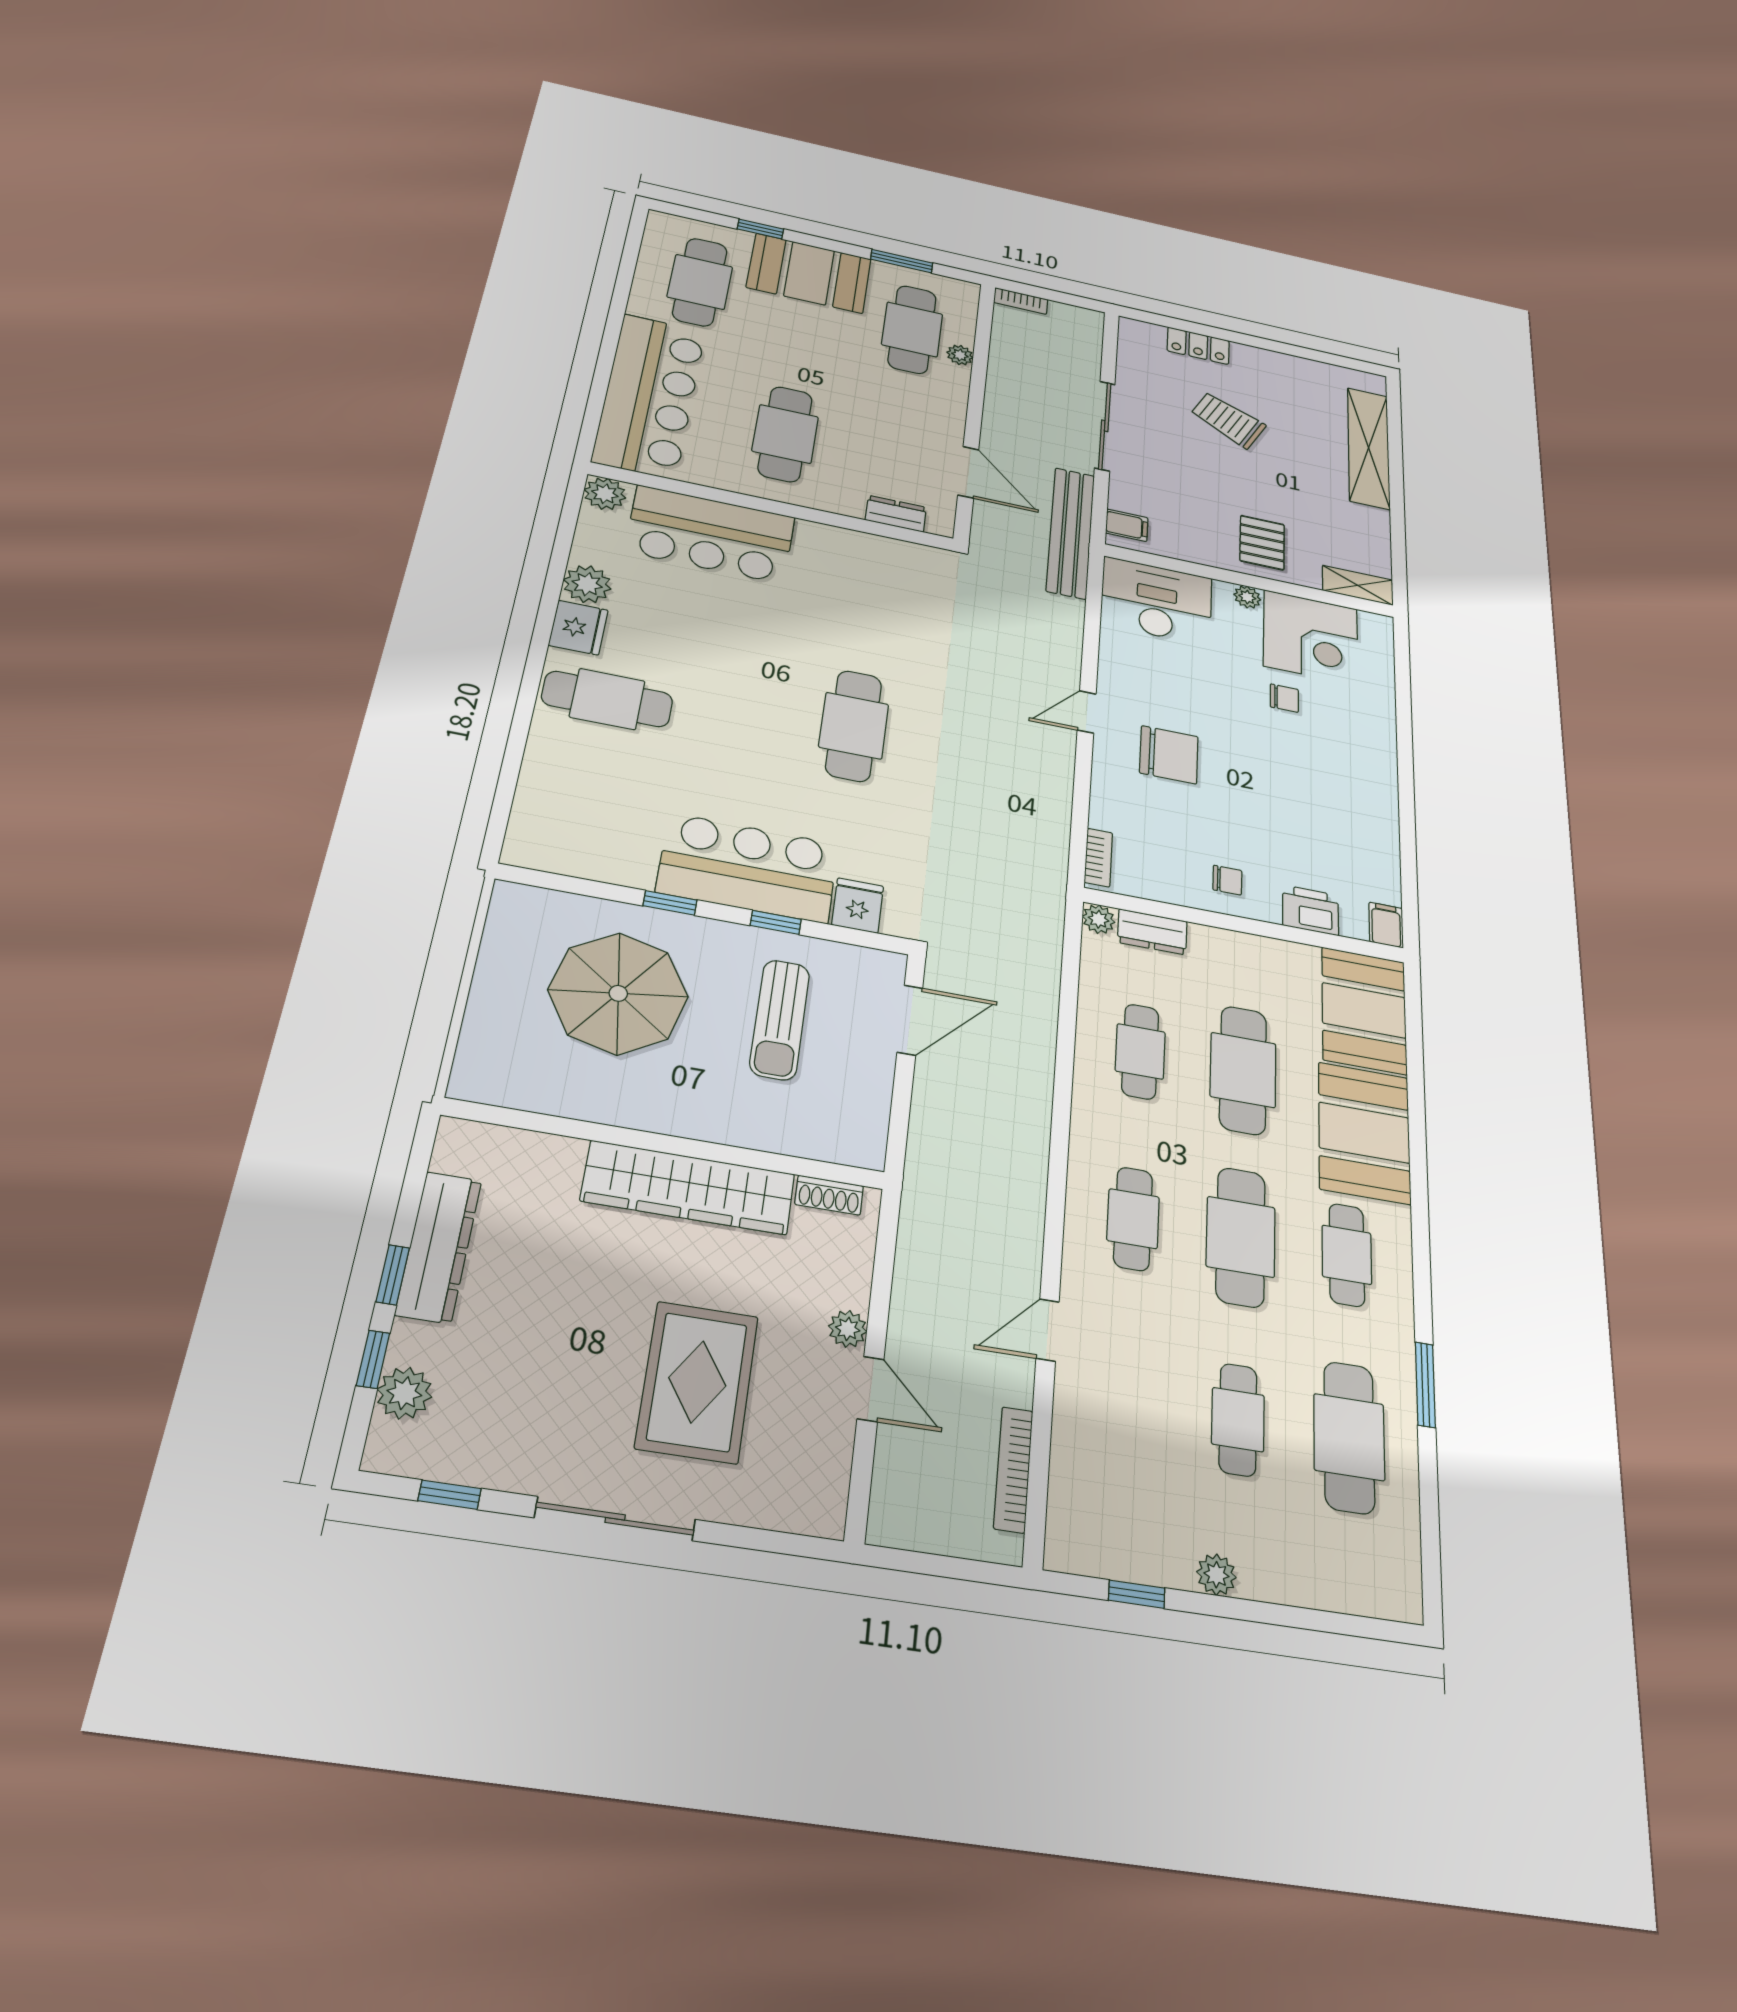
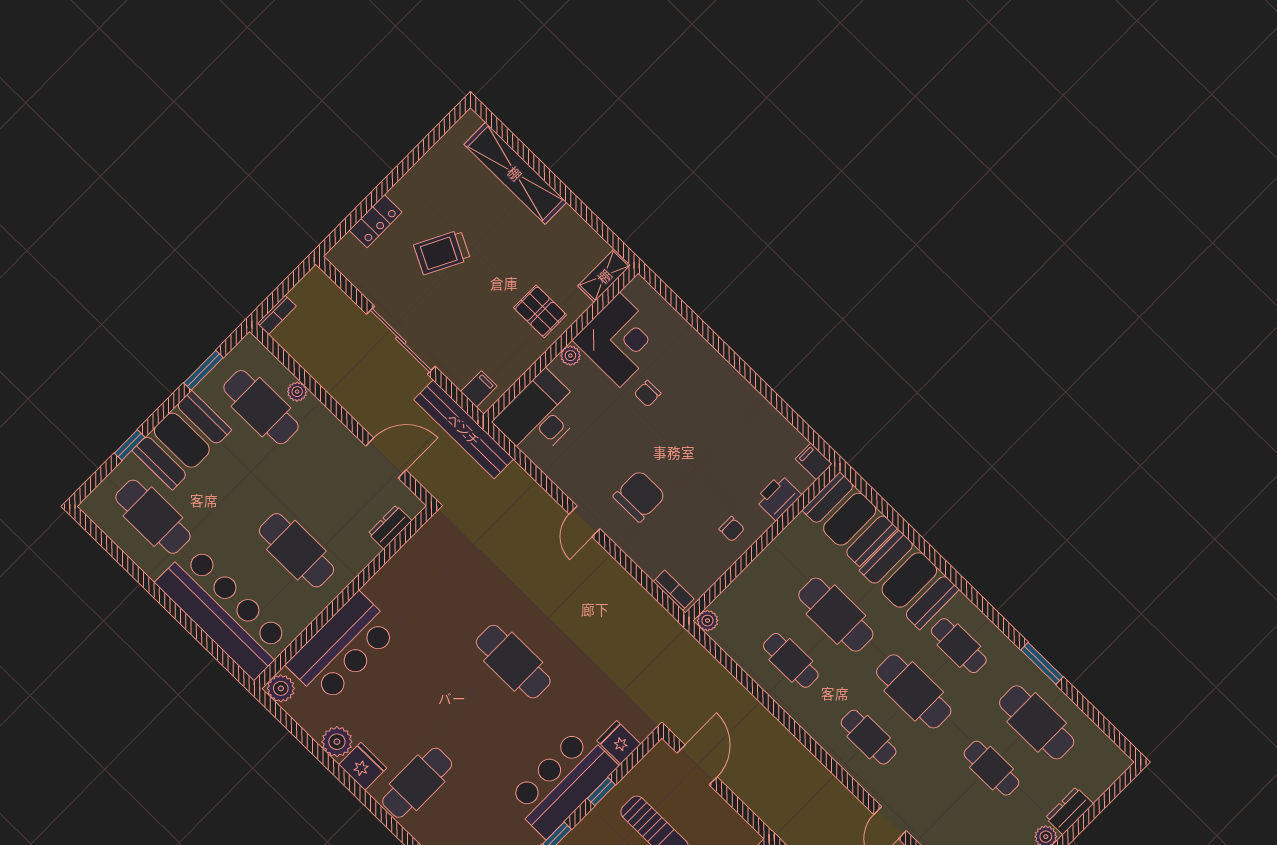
chair: (1284, 698) -> (648, 394), turned 180
chair: (1227, 880) -> (732, 529), turned 90
dresser: (1152, 932) -> (1069, 811), moved, turned 180

